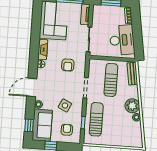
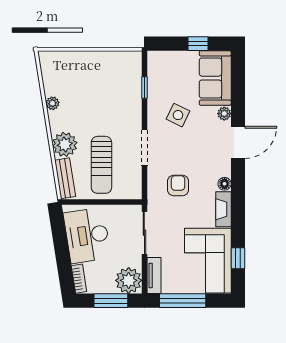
plant: (100, 13) -> (129, 280), added
plant: (132, 106) -> (65, 144), moved
sun lounger: (96, 119) -> (122, 95), removed
window: (29, 125) -> (238, 258), moved
armchair: (67, 130) -> (172, 73), removed

